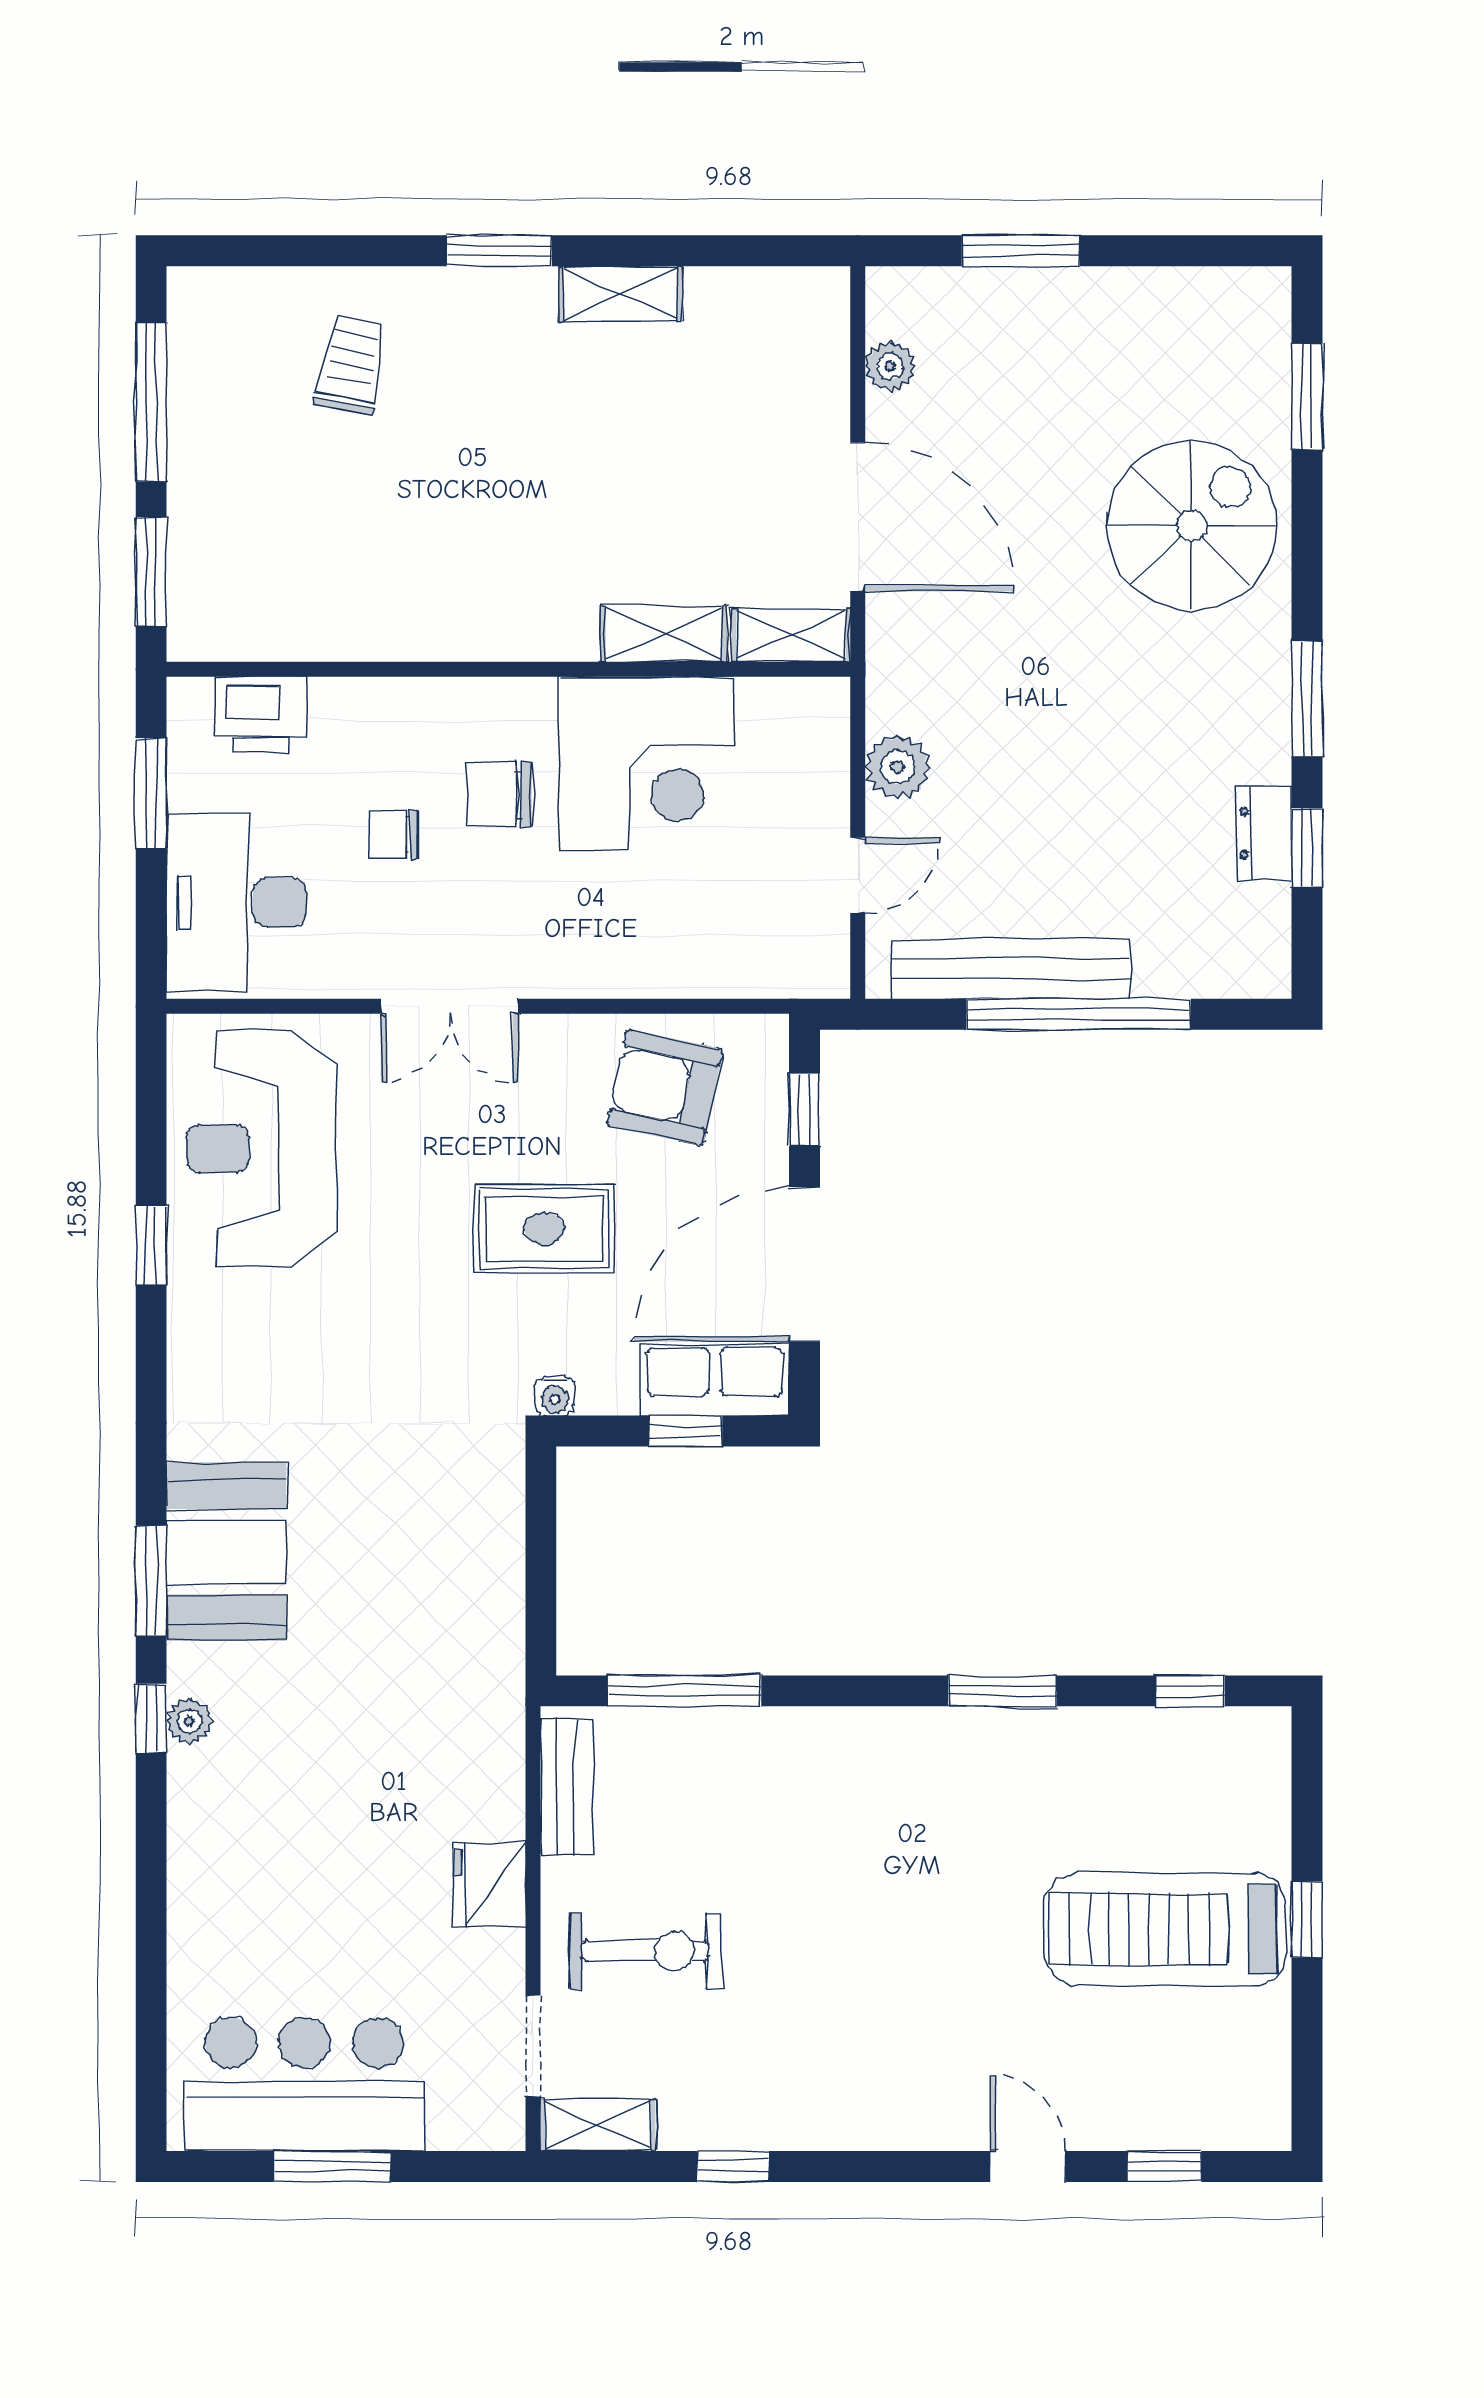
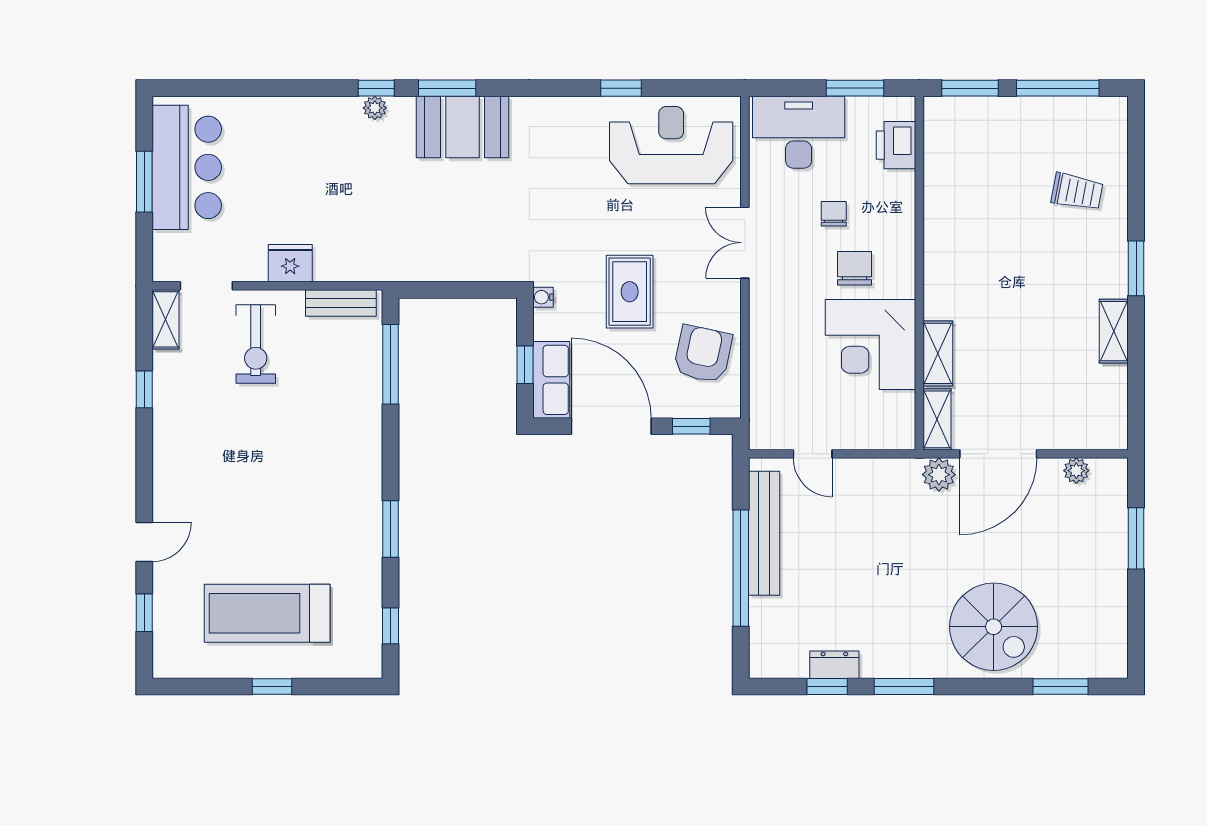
plant: (898, 767) -> (939, 475), moved
treadmill: (1165, 1929) -> (267, 613), turned -90

